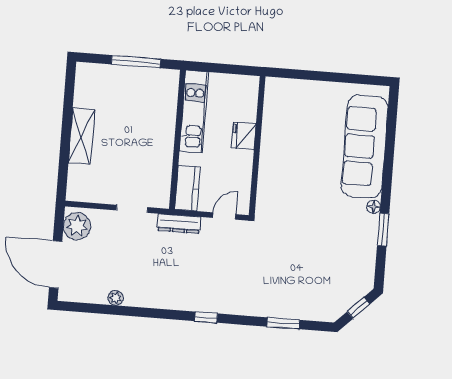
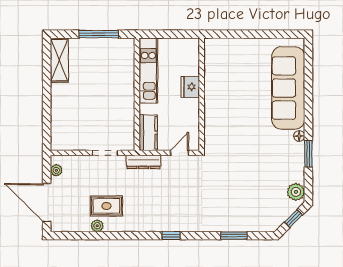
shelving: (81, 136) -> (59, 60), moved
plant: (77, 226) -> (56, 170), width x0.53, depth x0.53
rug: (129, 274) -> (106, 206), added
plant: (364, 275) -> (296, 192), added

